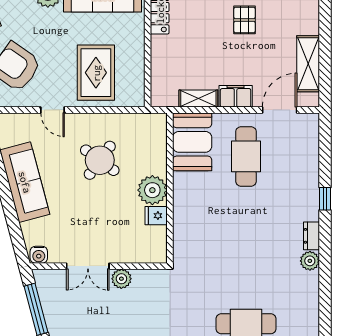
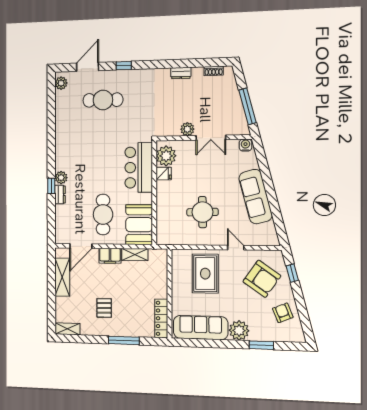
round table: (100, 160) -> (202, 212), turned -37
plant: (152, 190) -> (166, 156), moved
bar counter: (193, 225) -> (139, 167), added
dresser: (312, 236) -> (60, 195), moved
plant: (310, 261) -> (61, 178), moved
double door: (88, 266) -> (211, 138), swing flipped

